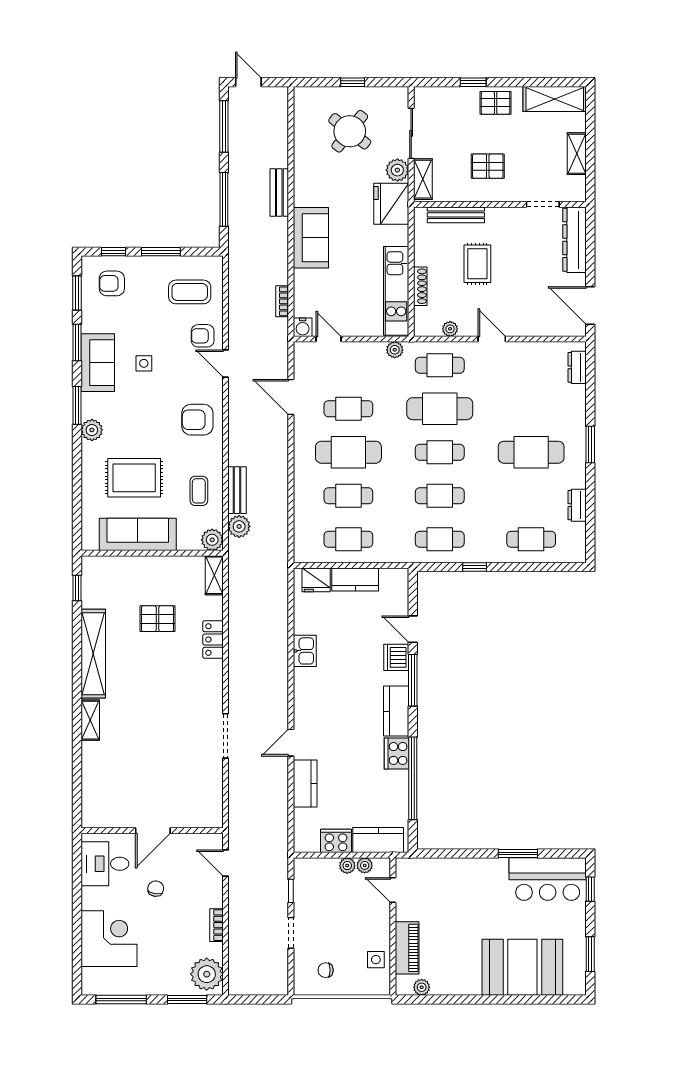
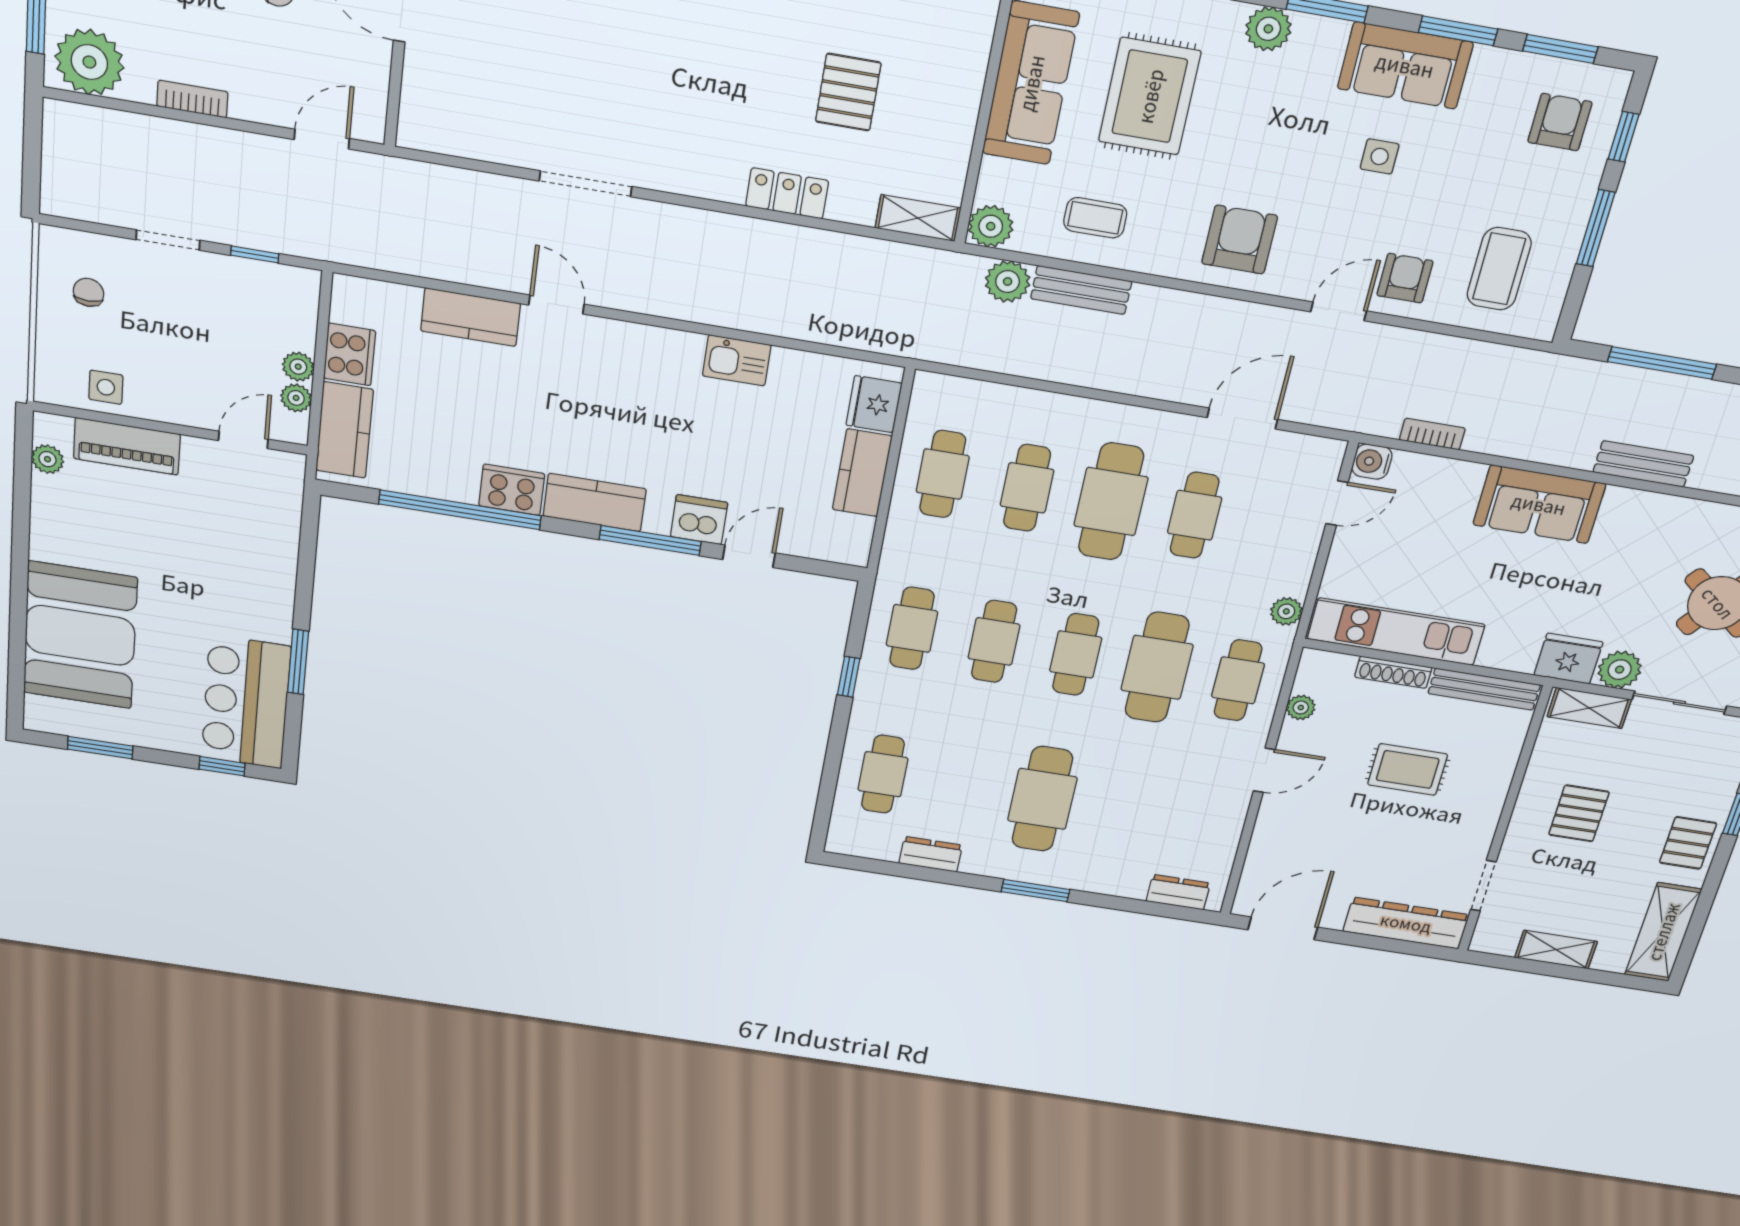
fridge: (391, 204) -> (1568, 659), width x0.73, depth x0.75
bench: (456, 215) -> (1484, 689), moved, turned 90

